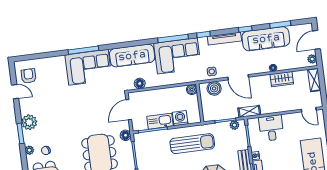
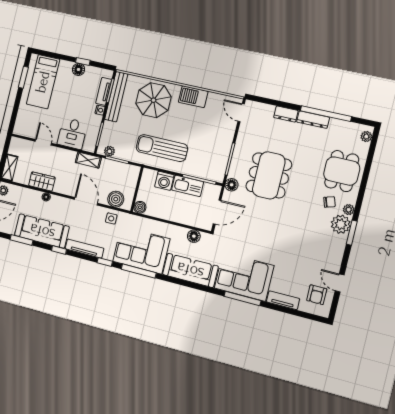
tv unit: (52, 61) -> (283, 300), added
door: (309, 110) -> (43, 142), moved
plant: (29, 122) -> (341, 224), moved

